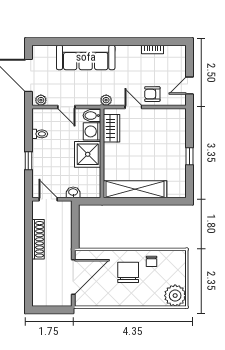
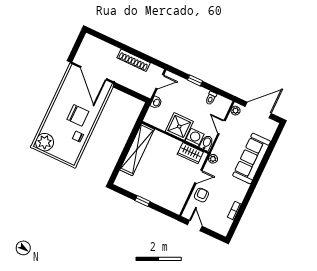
door: (66, 107) -> (222, 127), hinge flipped

